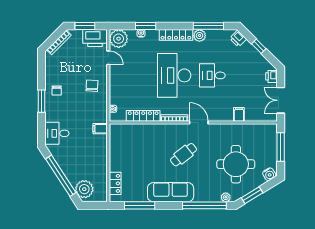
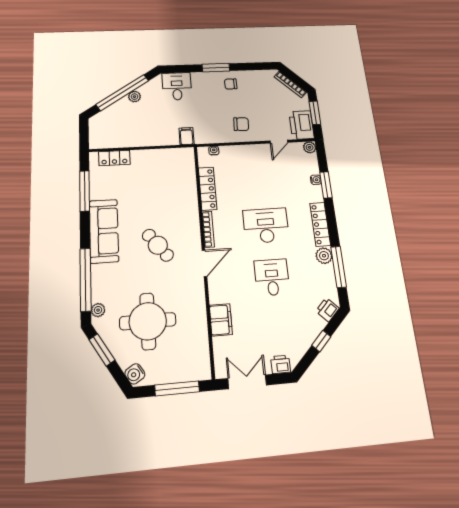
plant: (119, 39) -> (310, 147), width x0.53, depth x0.53
desk: (174, 75) -> (266, 225), width x0.73, depth x0.77
filing cabinet: (239, 114) -> (221, 320), width x2.00
plant: (84, 189) -> (134, 97), moved, width x0.53, depth x0.53

